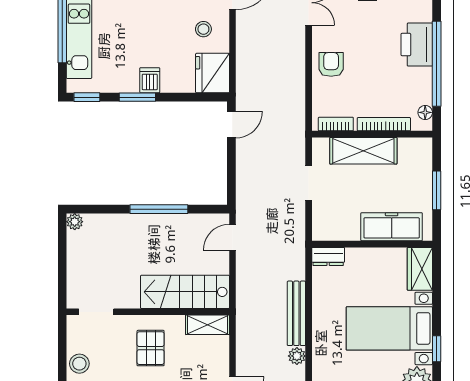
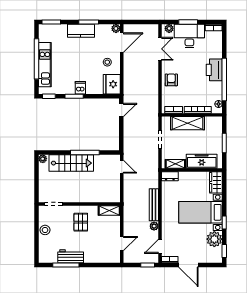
shelving: (339, 232) -> (175, 164), added
door: (232, 237) -> (122, 167), swing flipped
stairs: (185, 292) -> (71, 163), moved, turned 180

